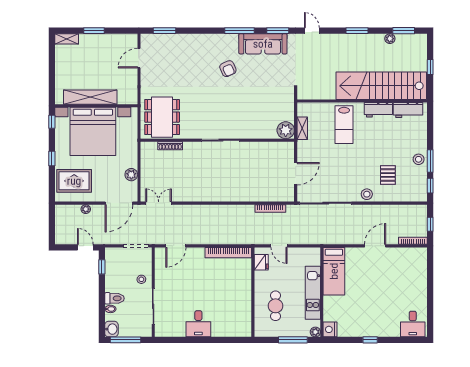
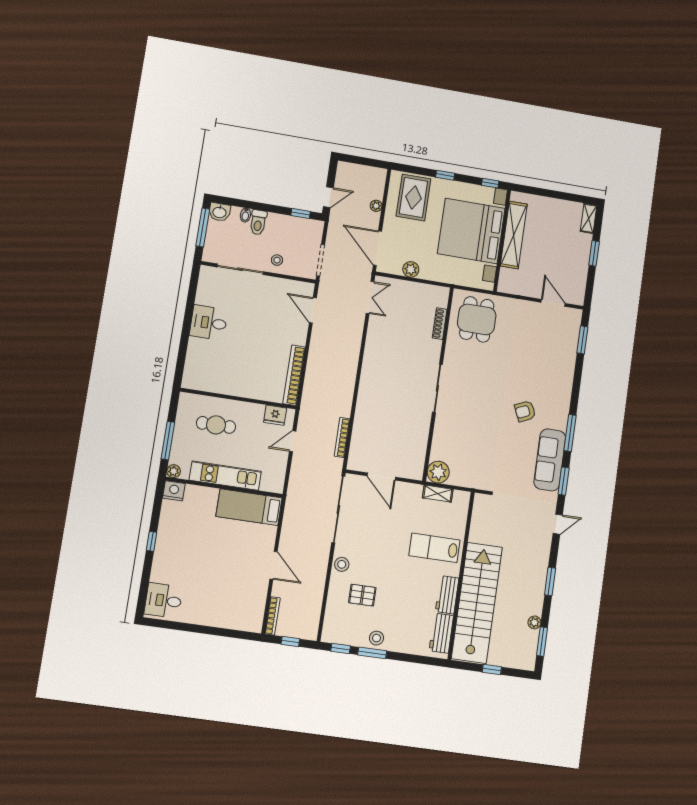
dining table: (162, 117) -> (477, 319), width x0.73

